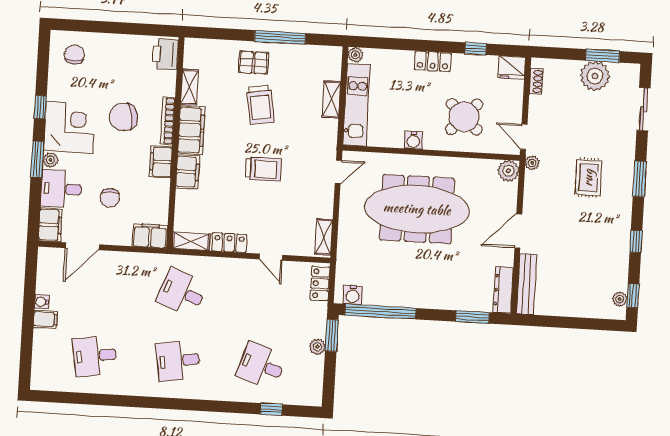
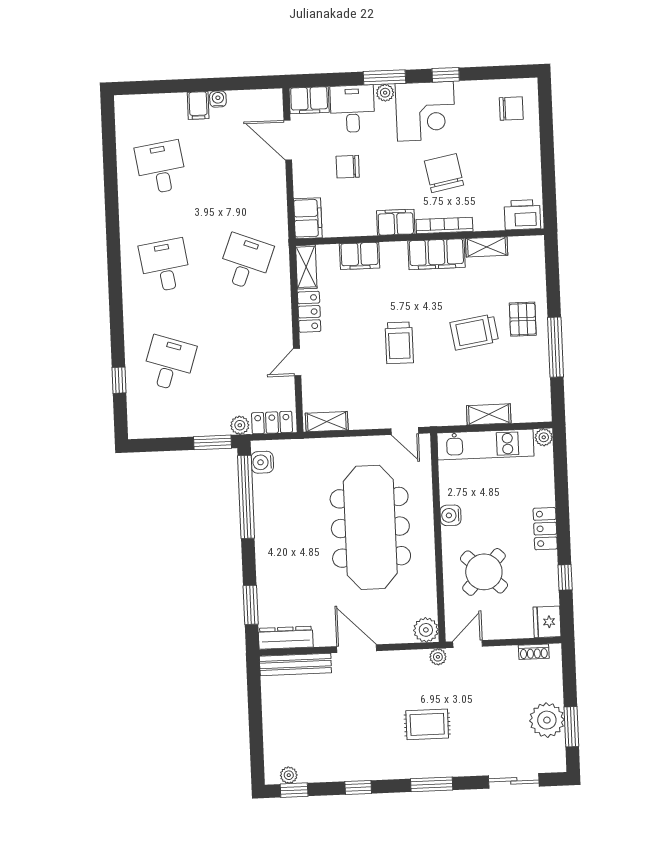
filing cabinet: (188, 172) -> (360, 256), moved
plant: (317, 347) -> (240, 425), moved

